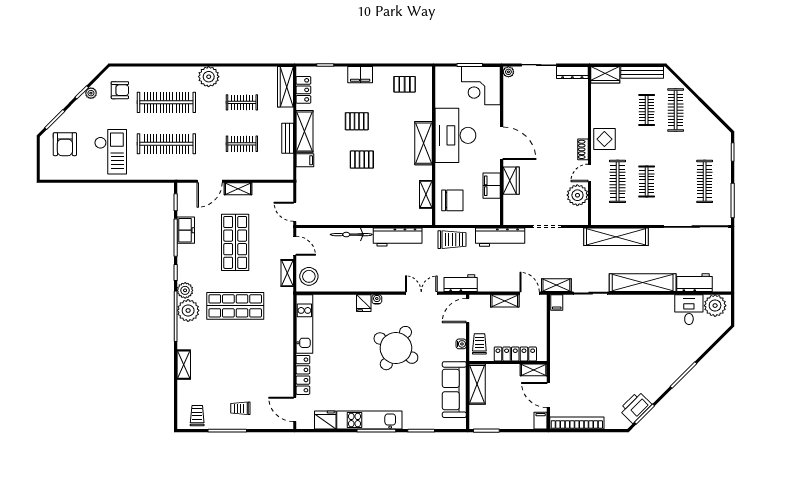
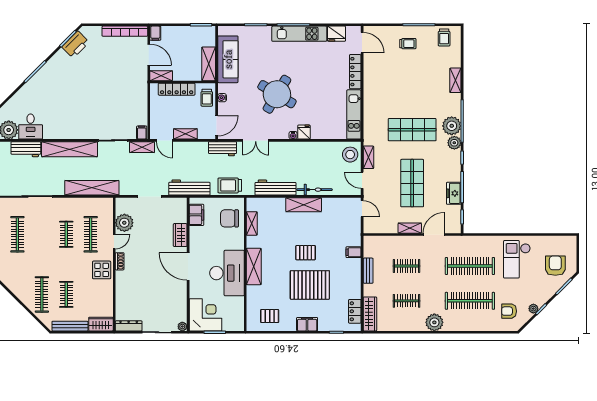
pallet: (357, 121) -> (310, 285), width x2.05, depth x2.00
shelving: (305, 131) -> (304, 205), moved, turned 90
filing cabinet: (492, 186) -> (196, 215), moved

